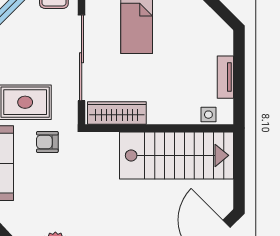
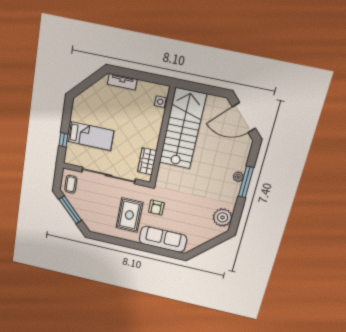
tv unit: (225, 77) -> (122, 82), moved
wardrobe: (117, 113) -> (147, 161), width x0.67

